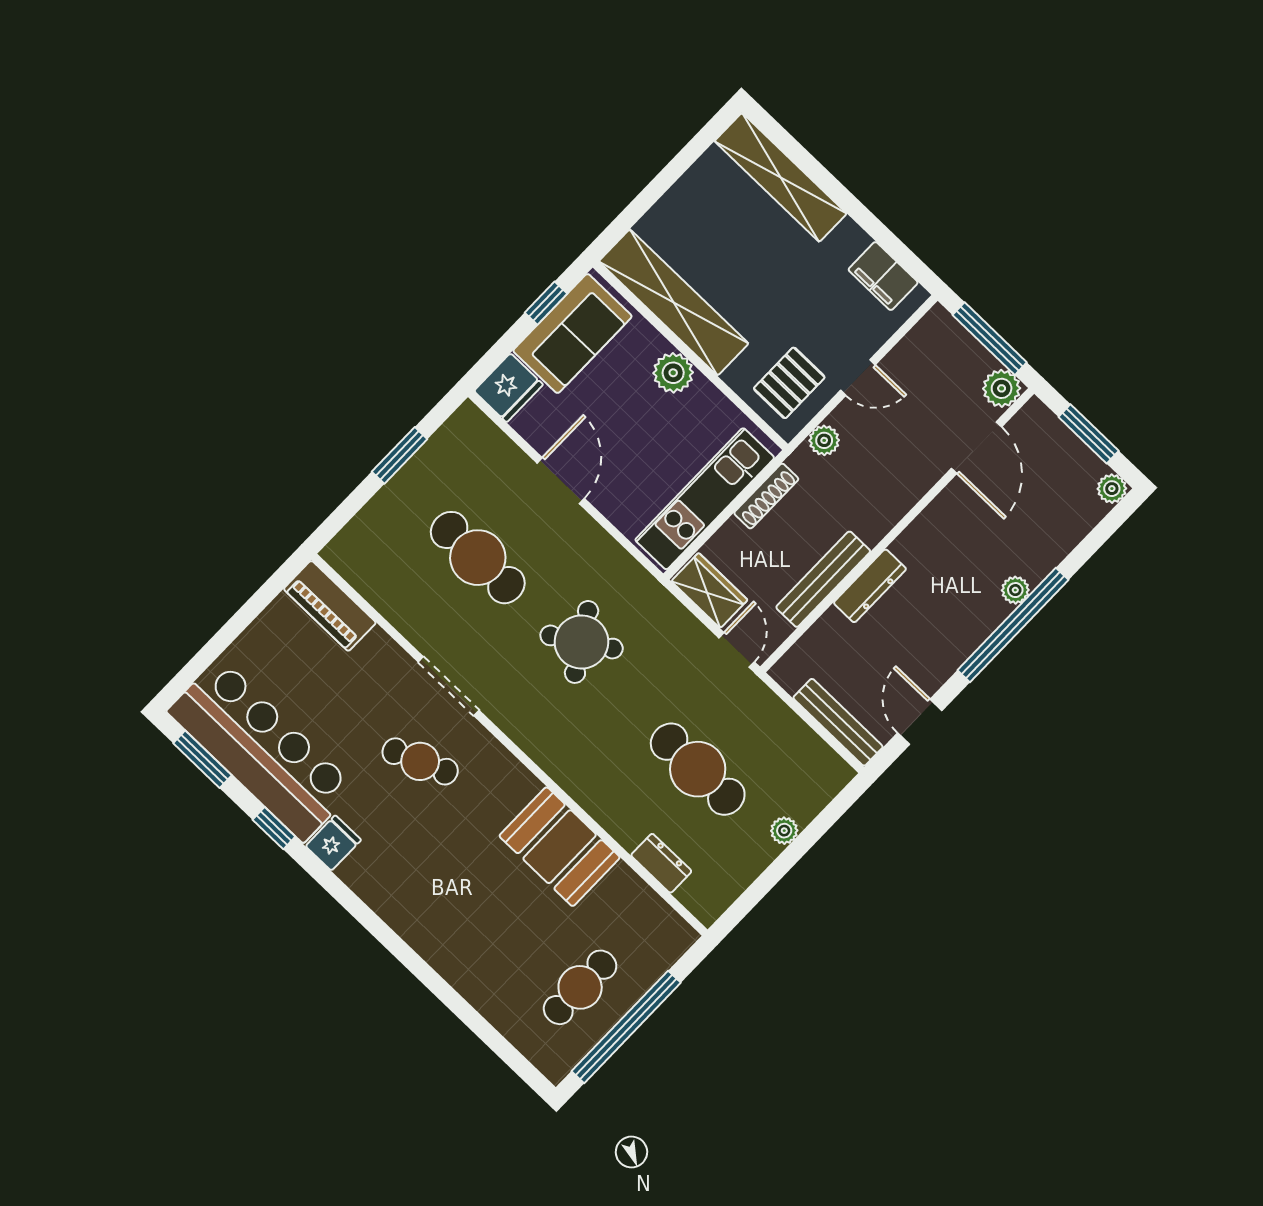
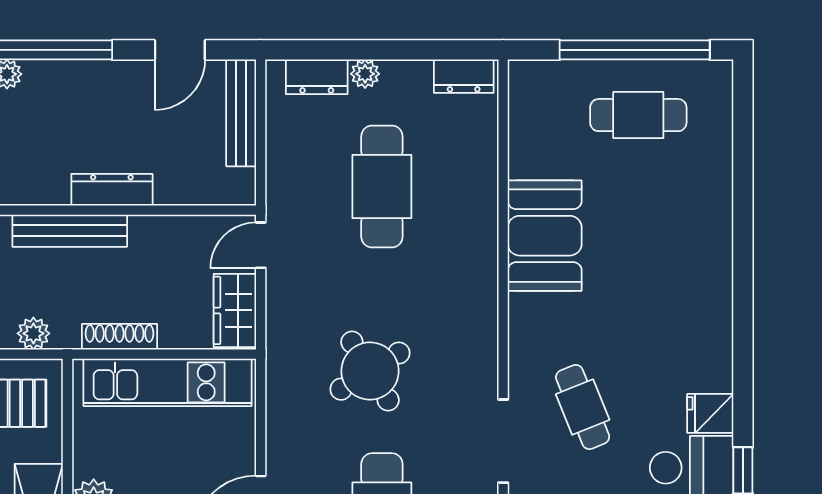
bench: (823, 579) -> (70, 231), moved
dresser: (813, 796) -> (317, 77), added
dresser: (661, 863) -> (464, 76), moved, turned -90

